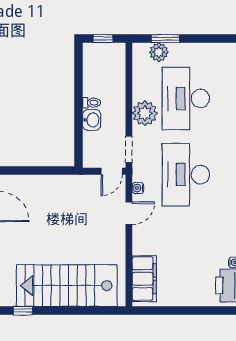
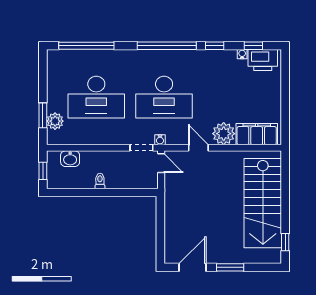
plant: (145, 113) -> (224, 134), moved
washbasin: (92, 120) -> (70, 159), moved, turned 180
water cooler: (138, 188) -> (160, 140), moved

